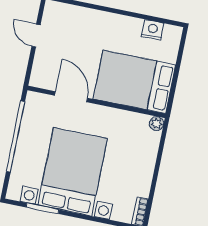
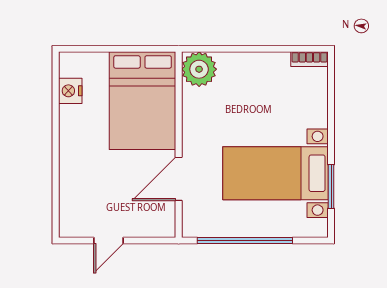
plant: (157, 124) -> (199, 69), width x1.88, depth x1.88
bed with nightstands: (73, 172) -> (276, 173), width x0.73

